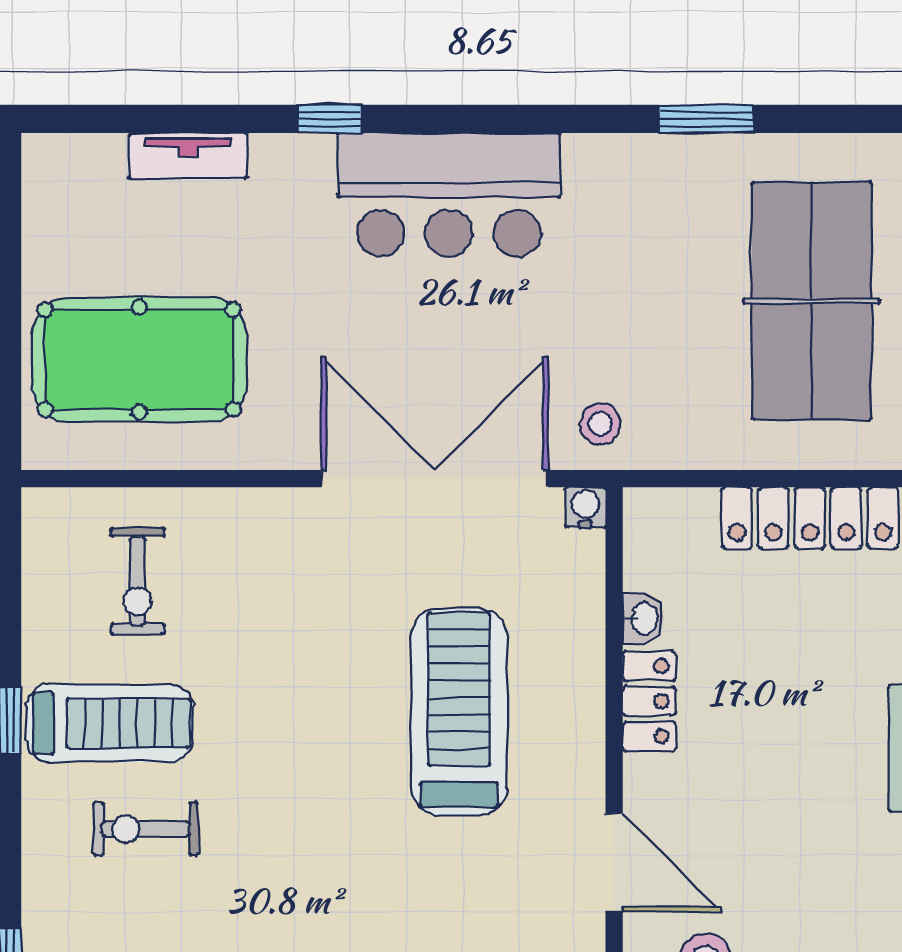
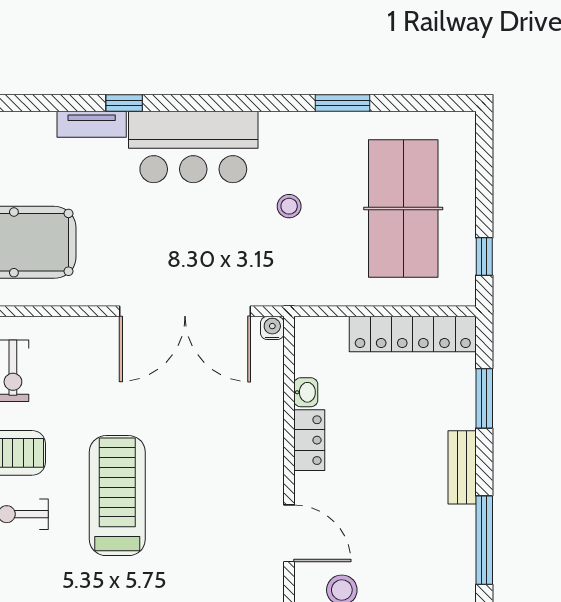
tv unit: (188, 156) -> (92, 124), moved
stool: (600, 424) -> (289, 206), moved
double door: (435, 479) -> (185, 311), swing flipped
treadmill: (459, 712) -> (117, 496), moved

